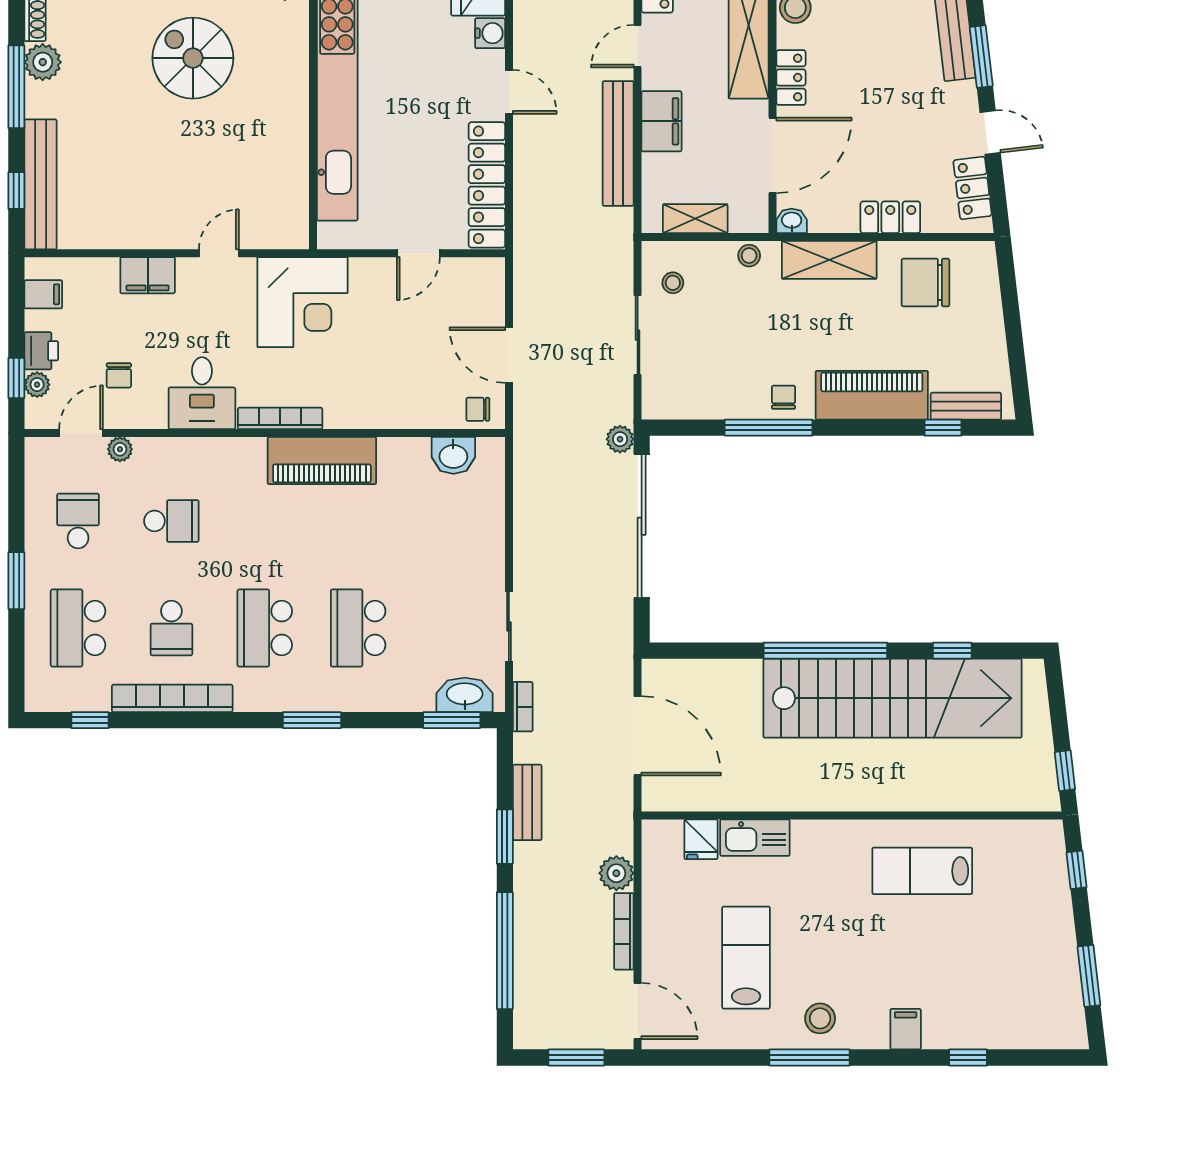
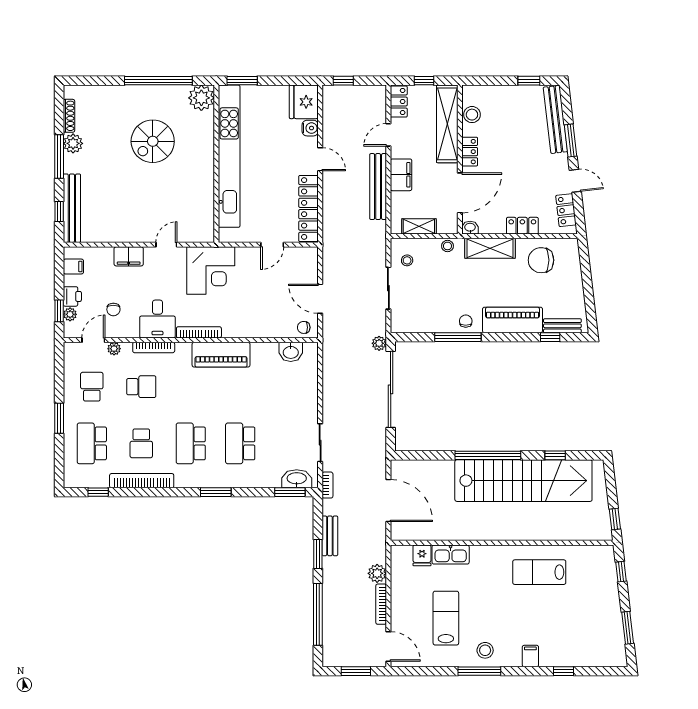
spiral stairs: (193, 58) -> (153, 141), turned -90
bookcase: (195, 447) -> (154, 347), added

